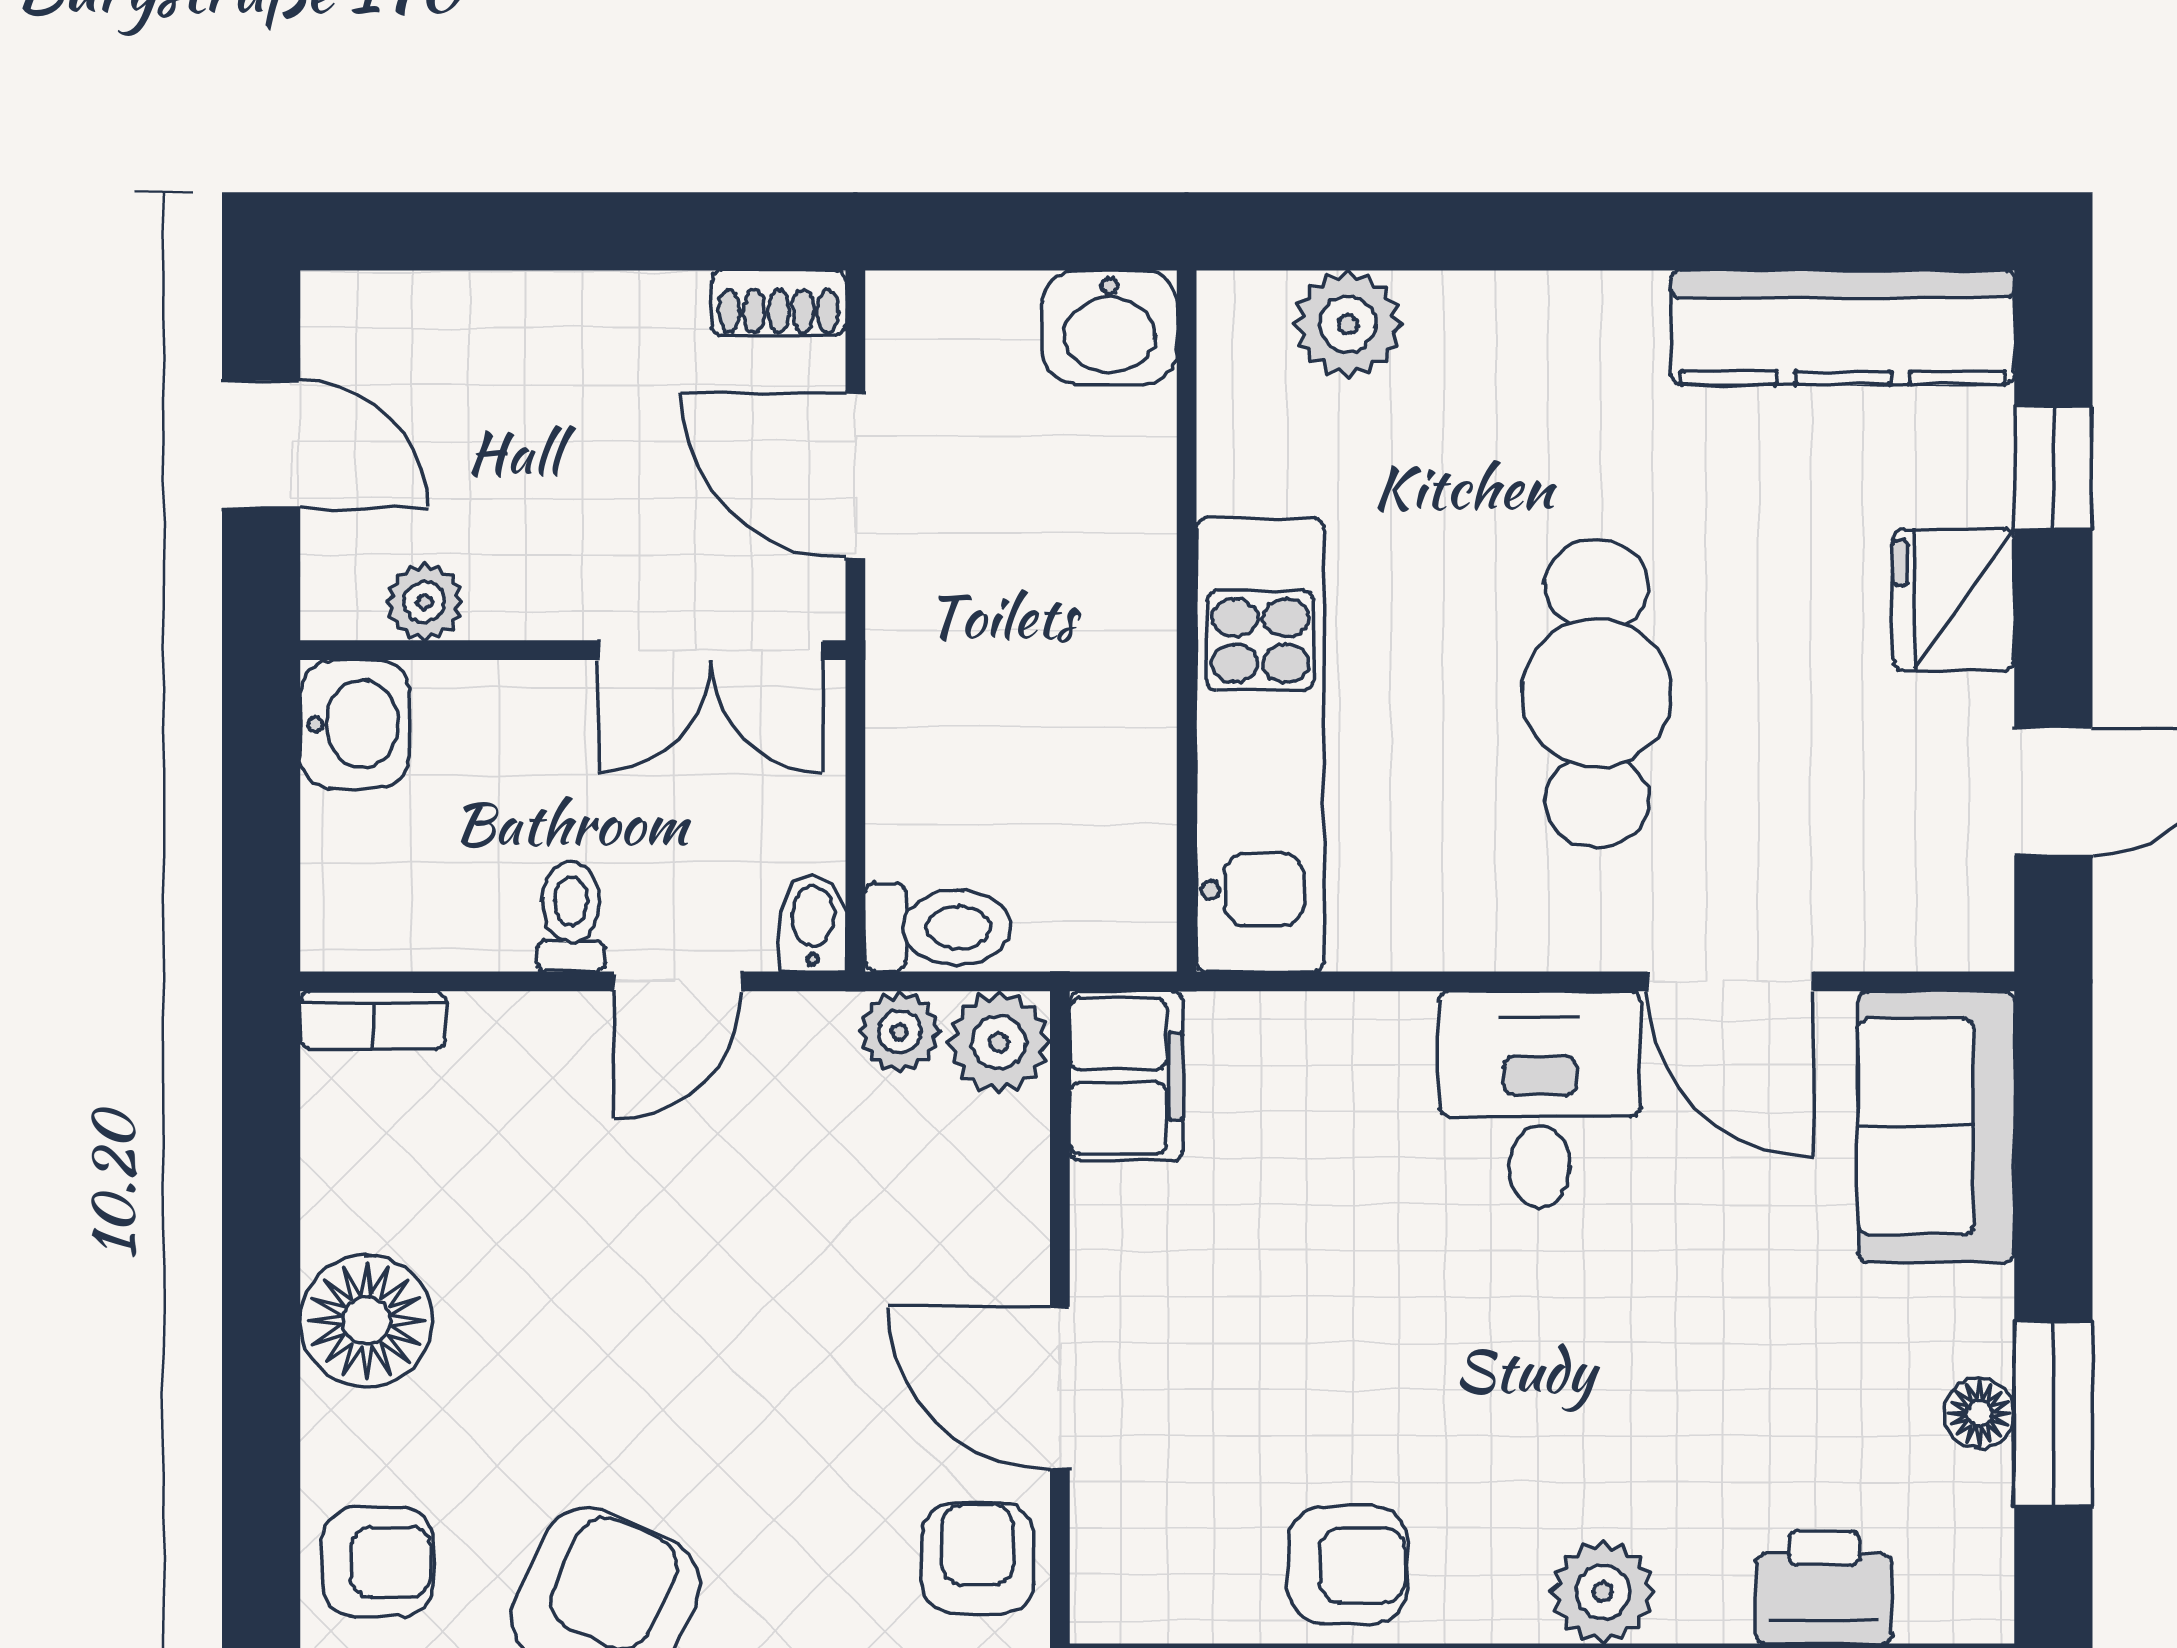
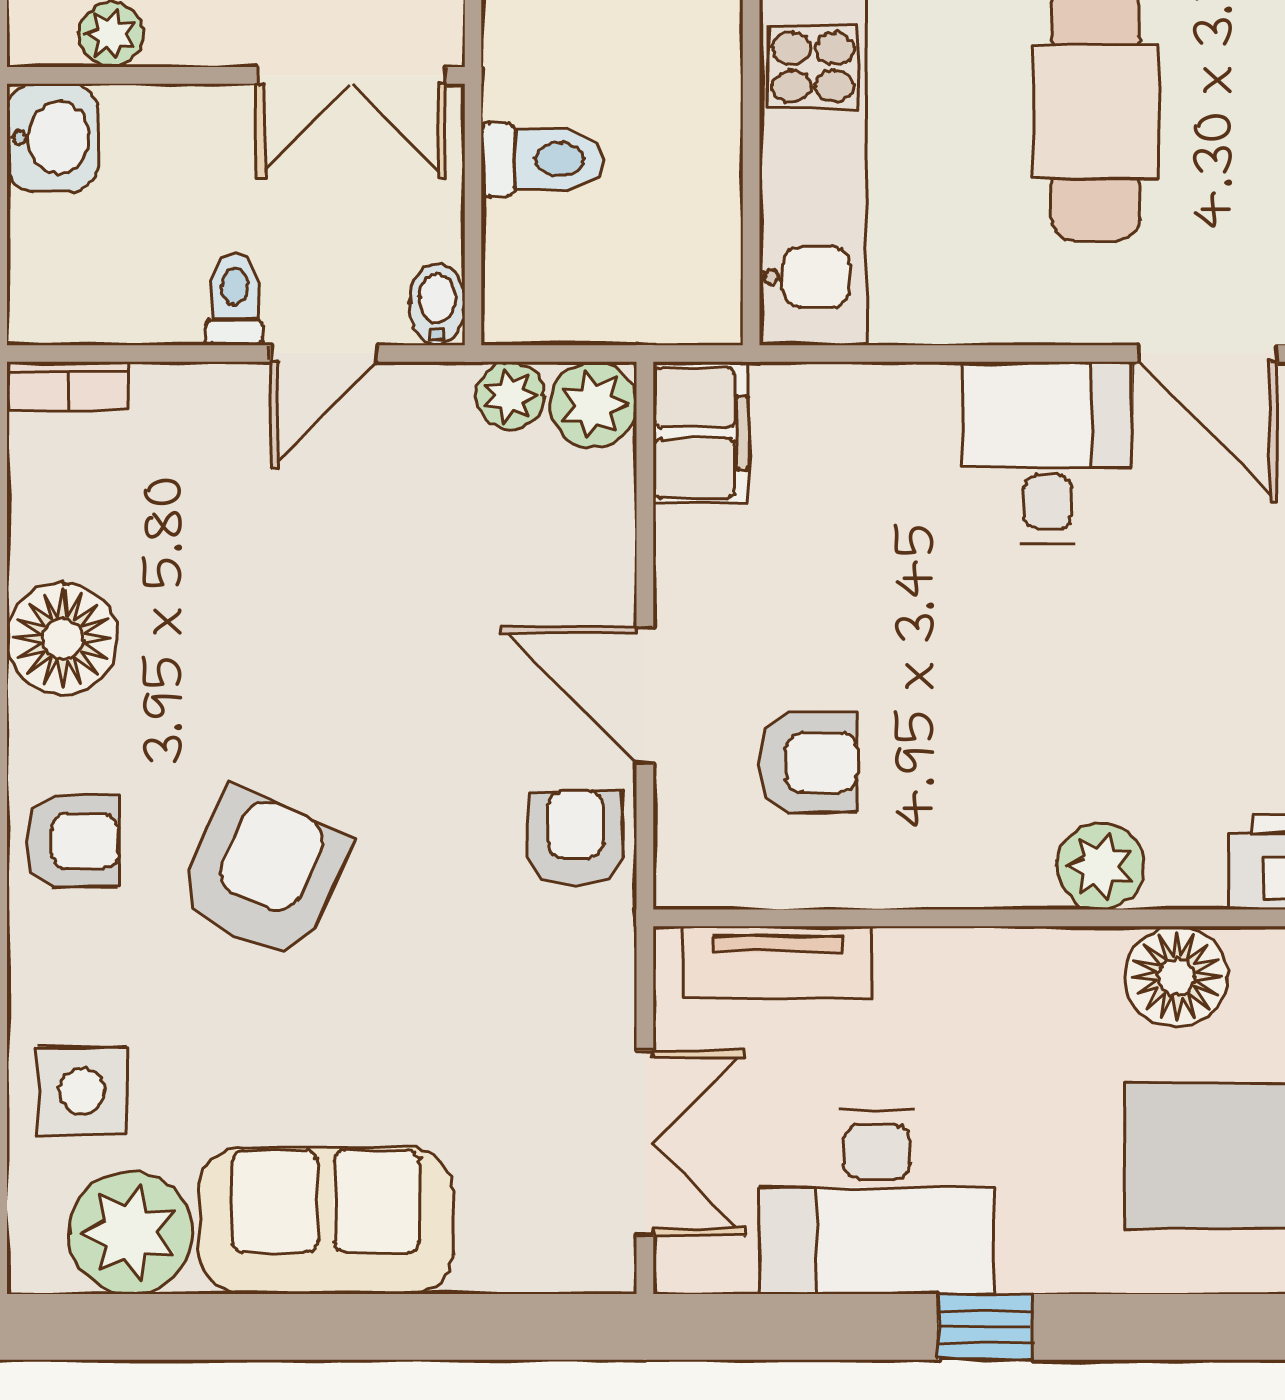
toilet: (938, 927) -> (543, 159), moved
armchair: (1348, 1565) -> (808, 763), moved

